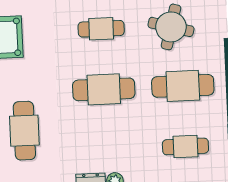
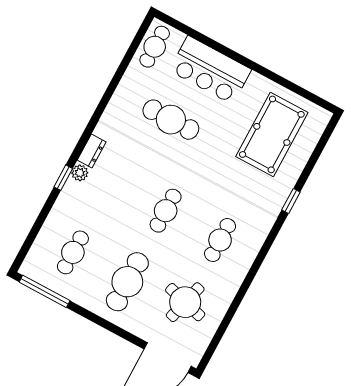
cafe table: (104, 89) -> (166, 211), width x0.73, depth x0.74

